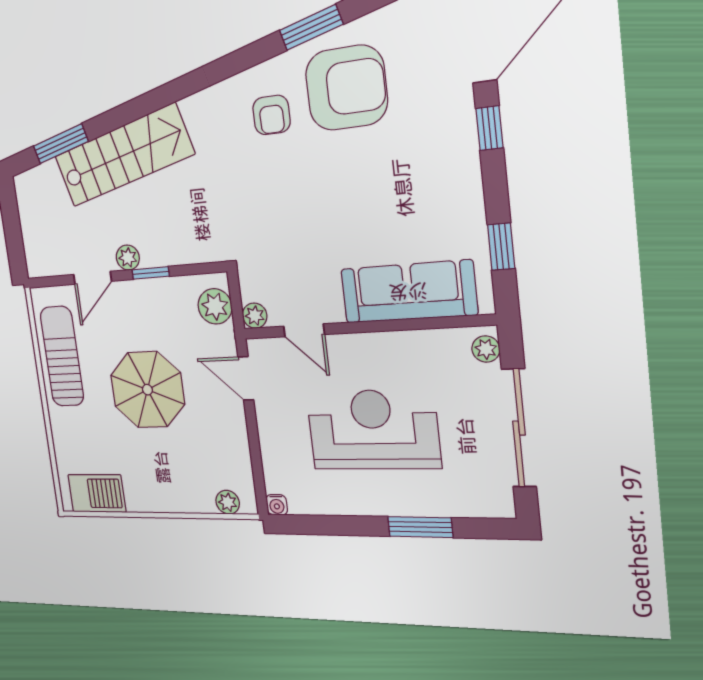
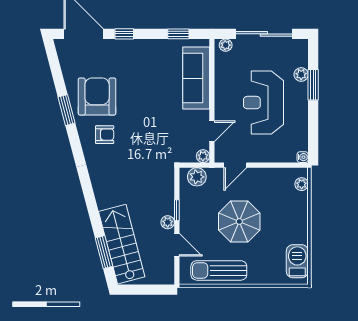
stairs: (123, 155) -> (122, 244), moved
plant: (439, 504) -> (301, 75), added

